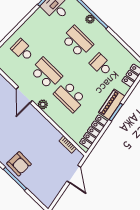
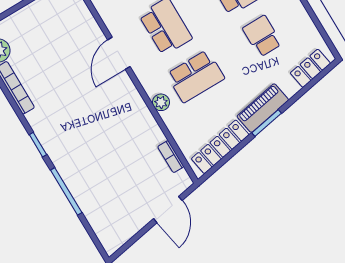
school desk: (70, 97) -> (195, 76), turned -90
plant: (43, 104) -> (161, 102), moved
armchair: (19, 164) -> (79, 168), removed

